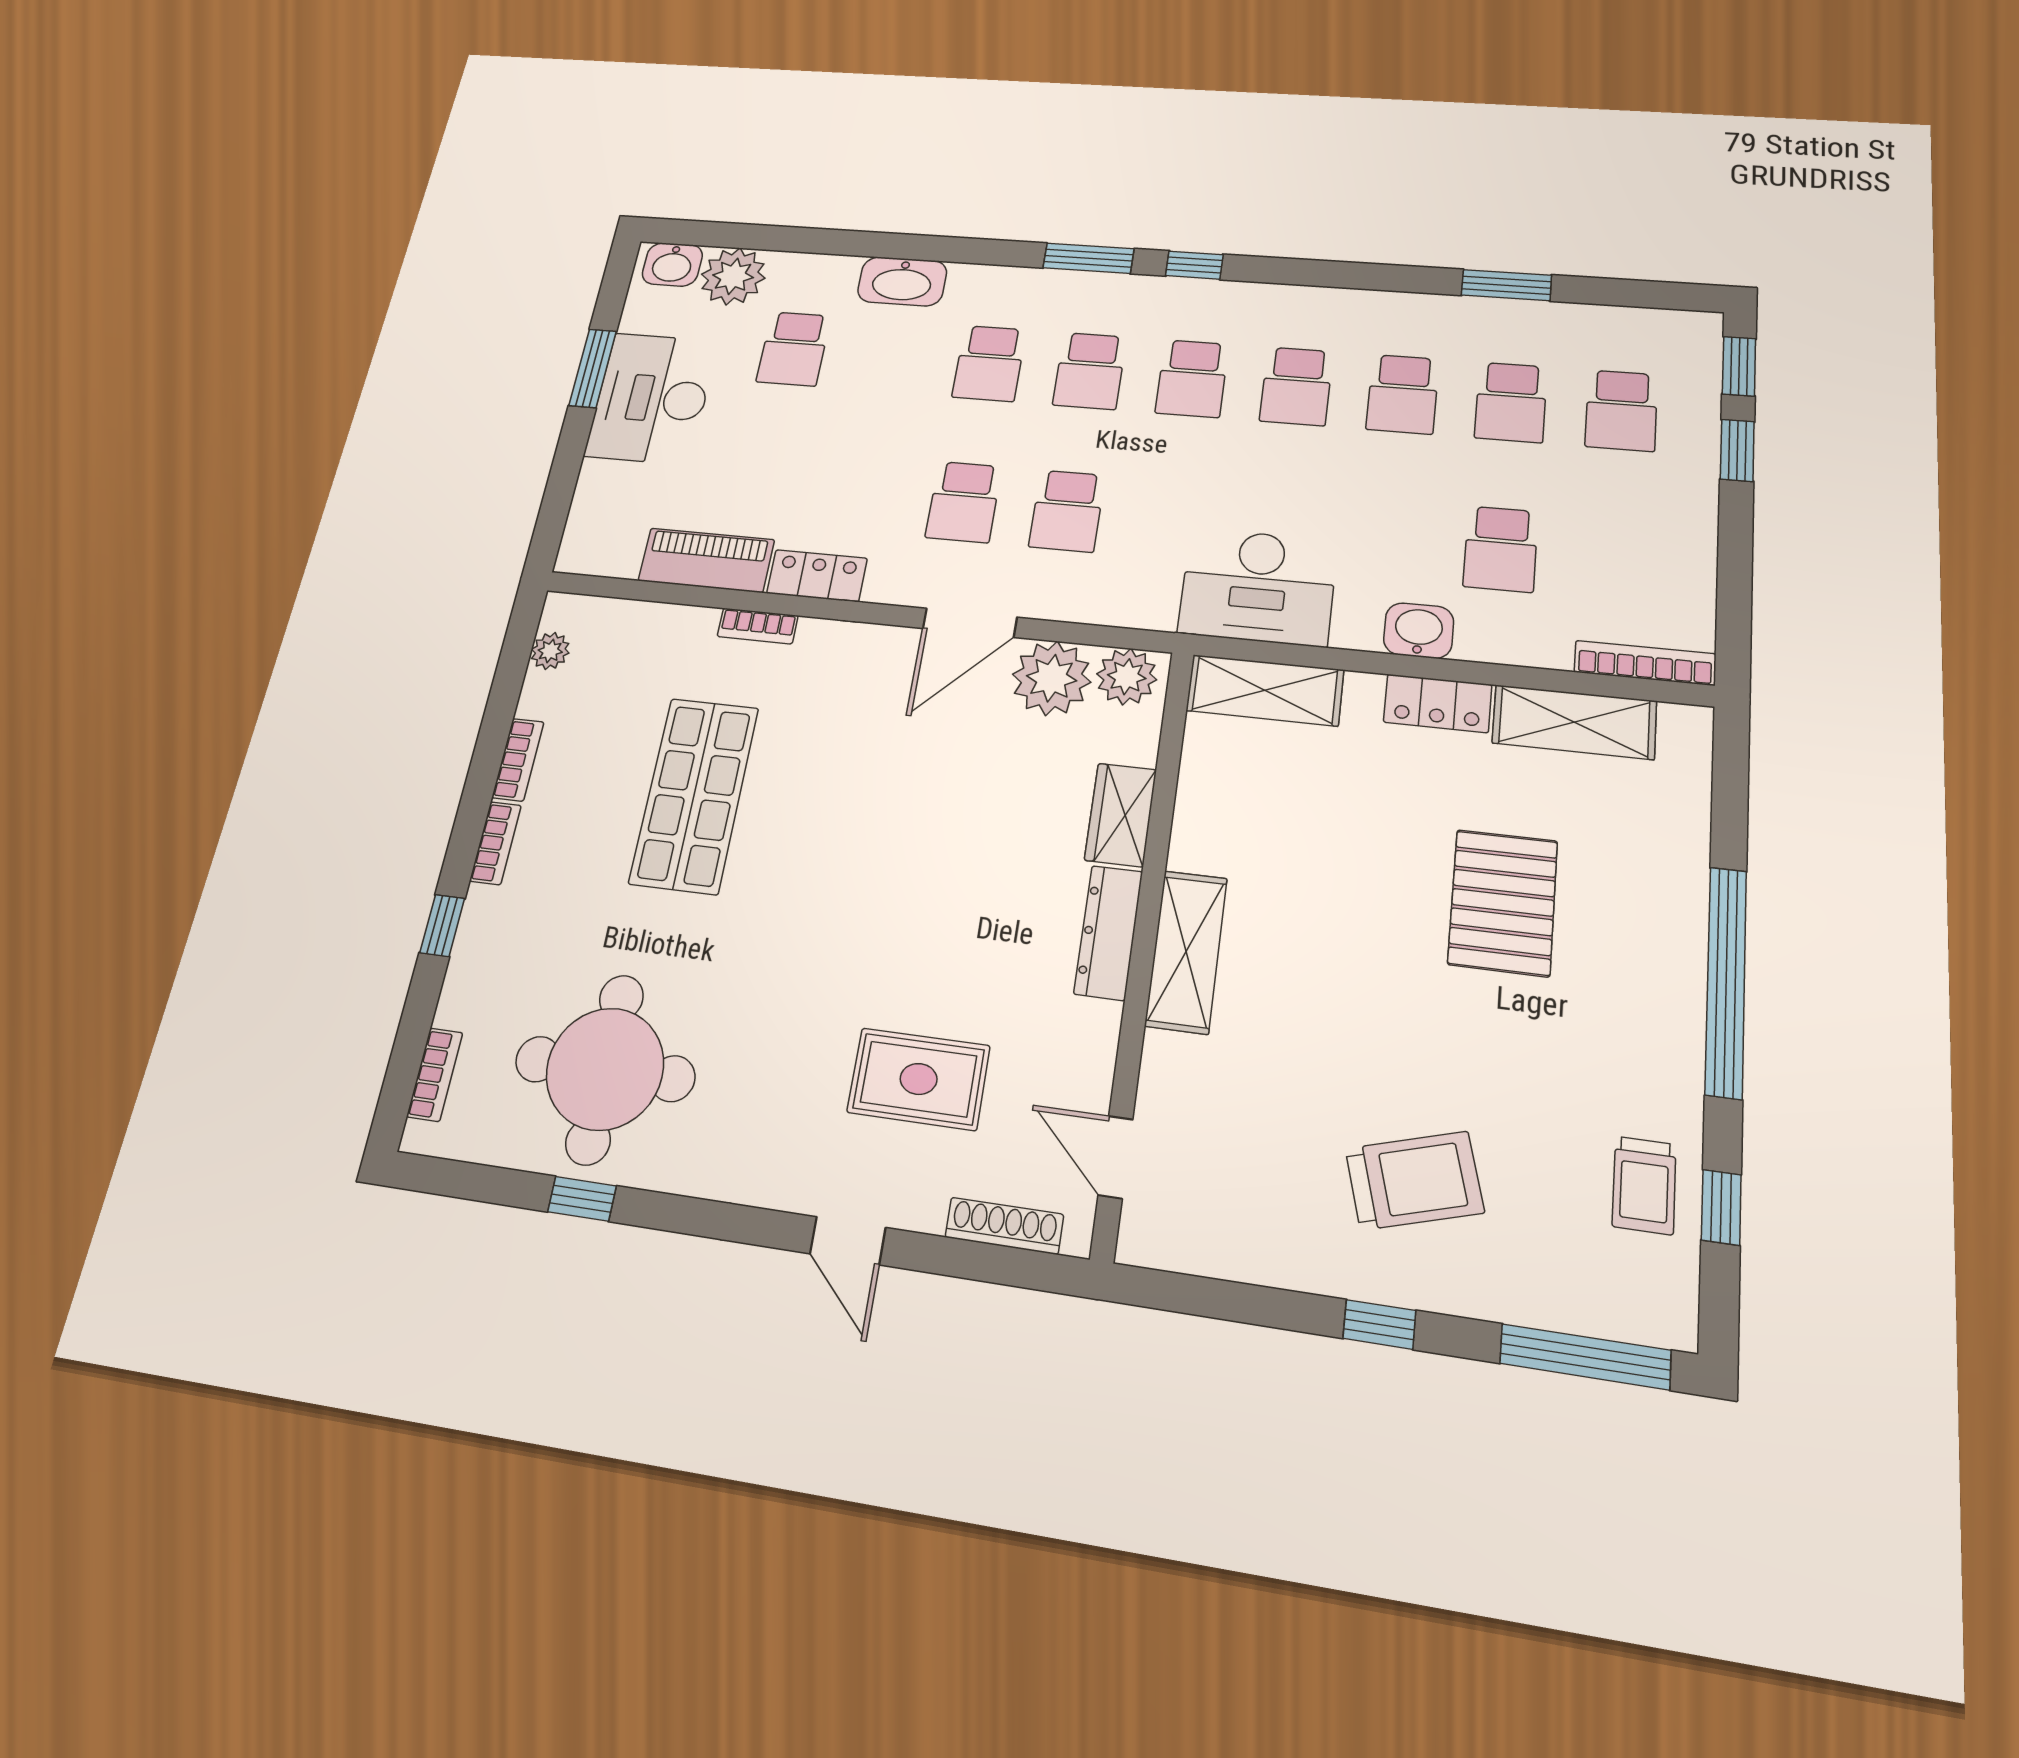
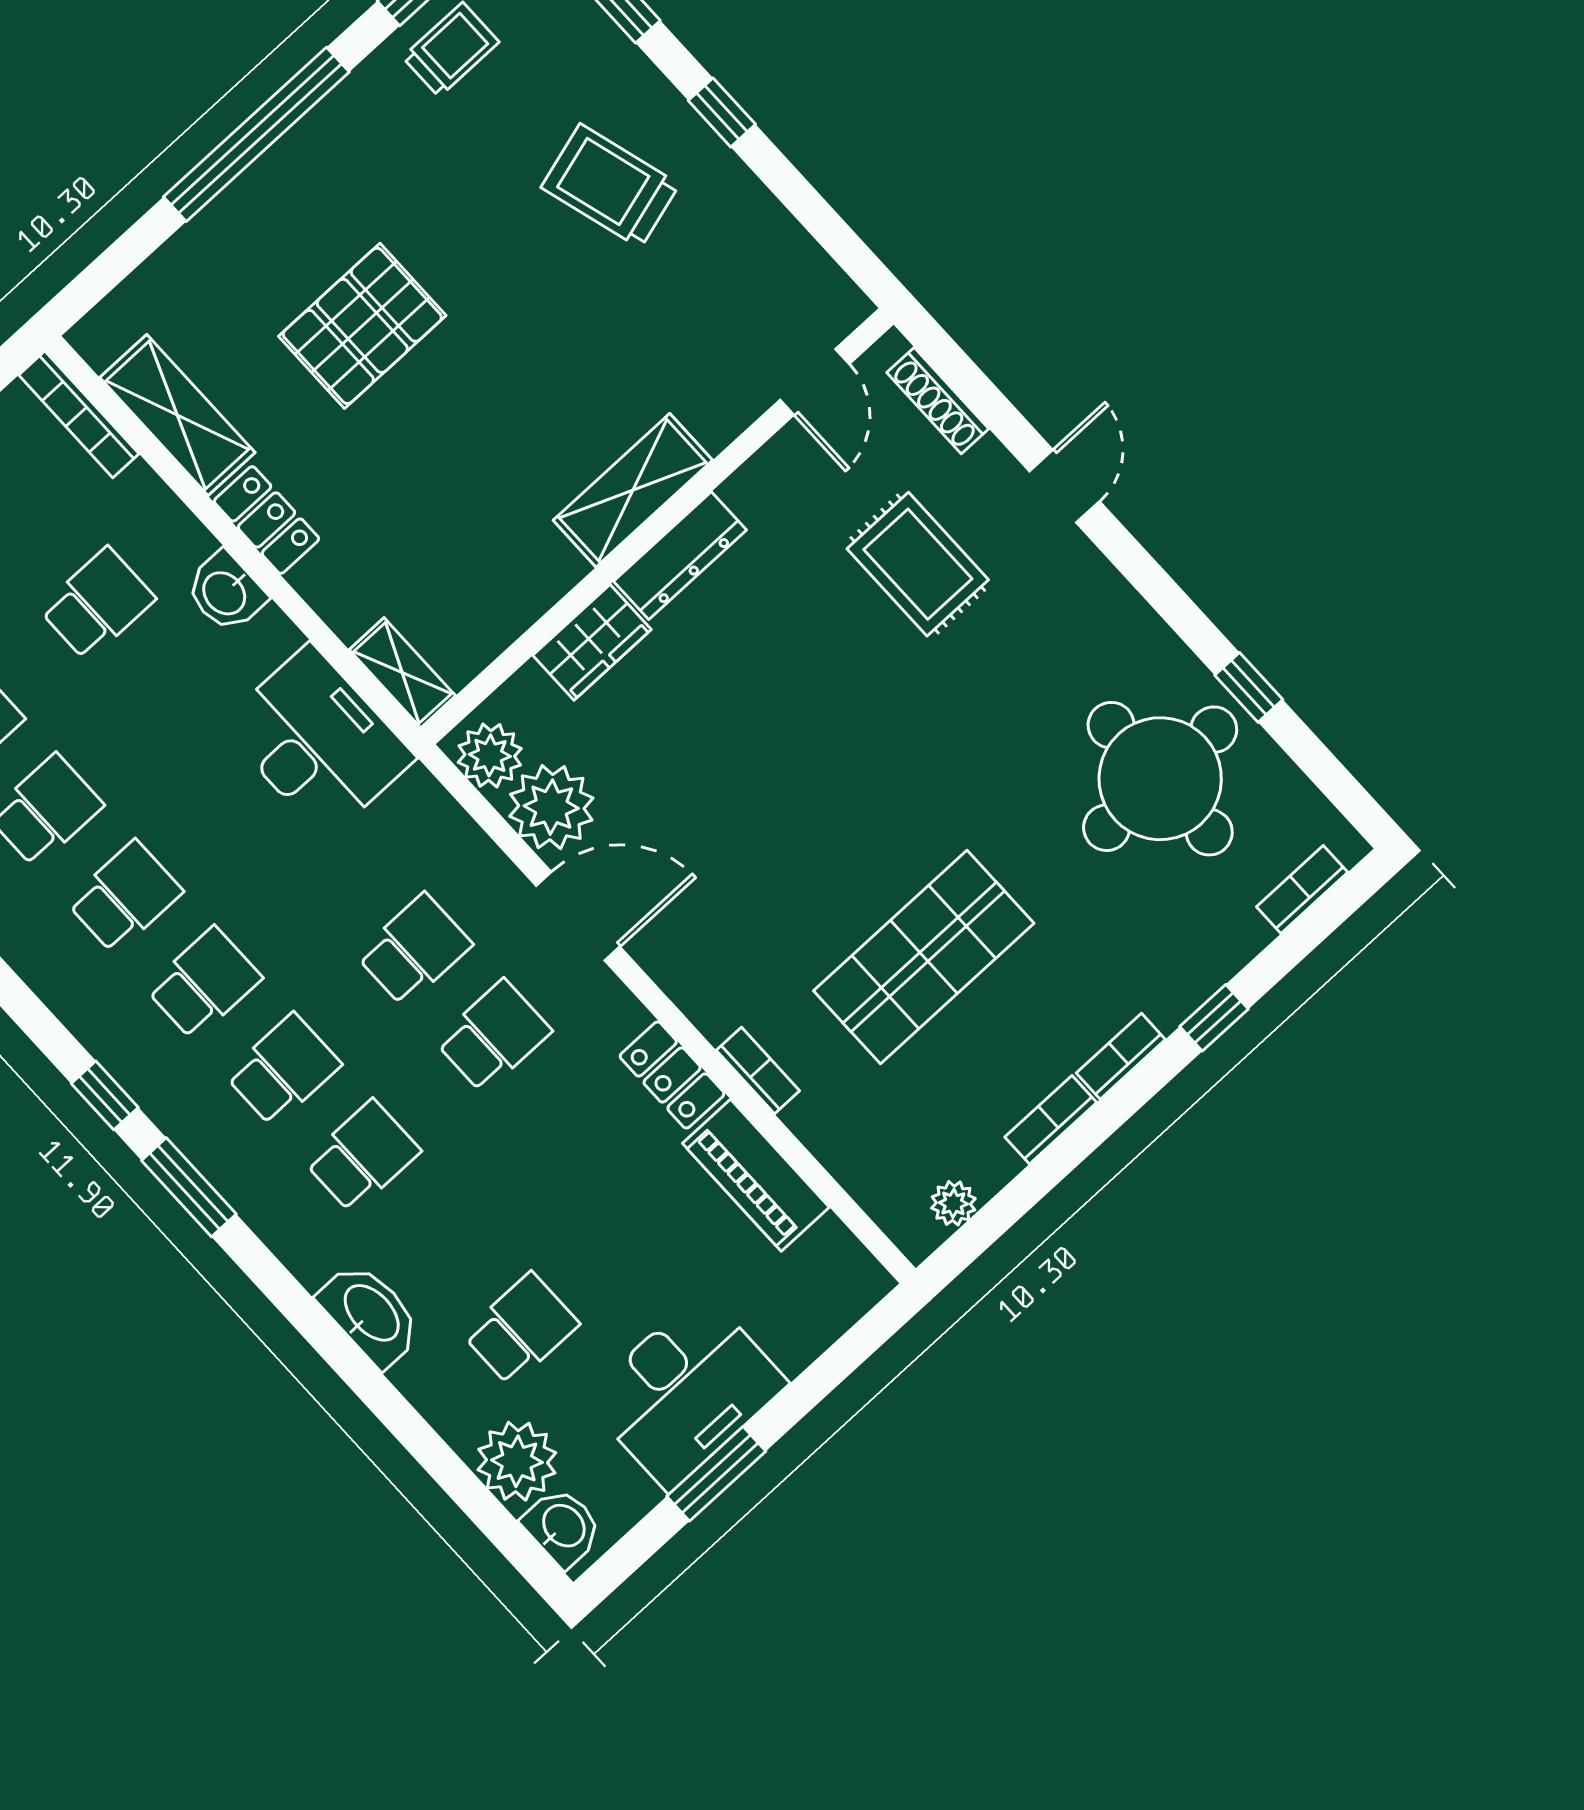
shelving: (1265, 690) -> (402, 673), width x0.67, depth x0.75

